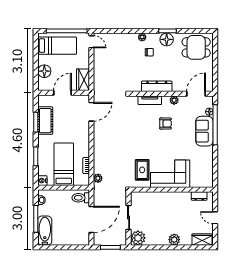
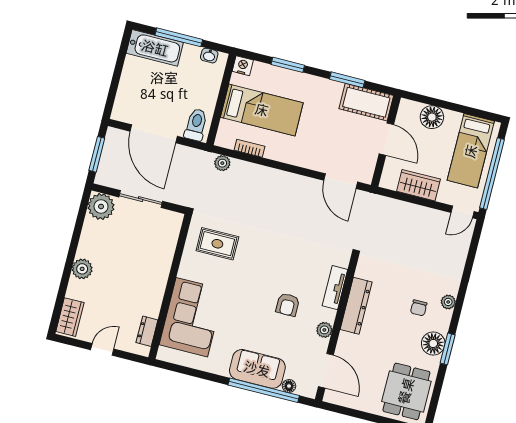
wardrobe: (83, 80) -> (418, 185), moved
cot: (45, 121) -> (366, 102), moved
corner sofa: (170, 174) -> (192, 317), moved

